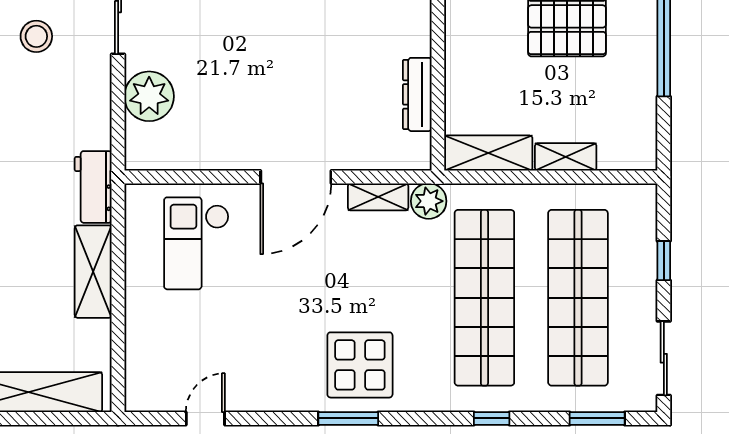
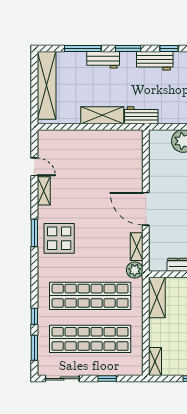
shelving: (566, 157) -> (155, 361), moved
checkout: (196, 243) -> (115, 163), removed
shelving: (257, 398) -> (44, 191), added
window: (492, 418) -> (34, 316), moved

